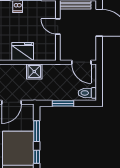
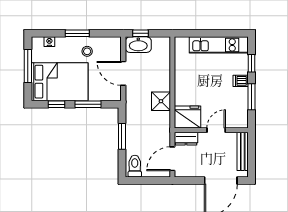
fridge: (23, 51) -> (188, 117), moved, turned -90
dresser: (65, 51) -> (186, 139), added

